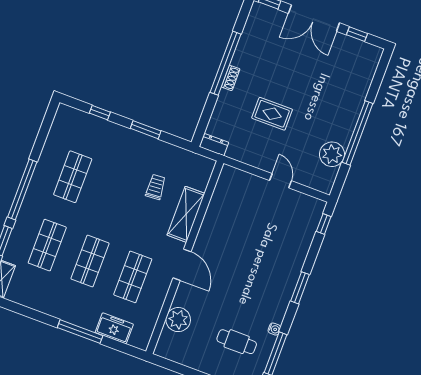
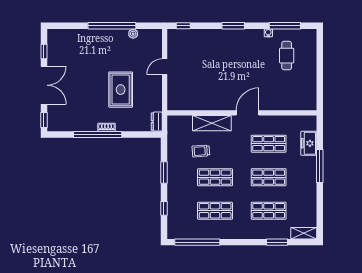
rug: (272, 114) -> (121, 90), width x1.36, depth x1.43
plant: (332, 154) -> (133, 34), width x0.53, depth x0.53
window: (22, 190) -> (197, 242), moved
shop shelf: (115, 193) -> (215, 177), added
plant: (178, 320) -> (286, 102), removed

